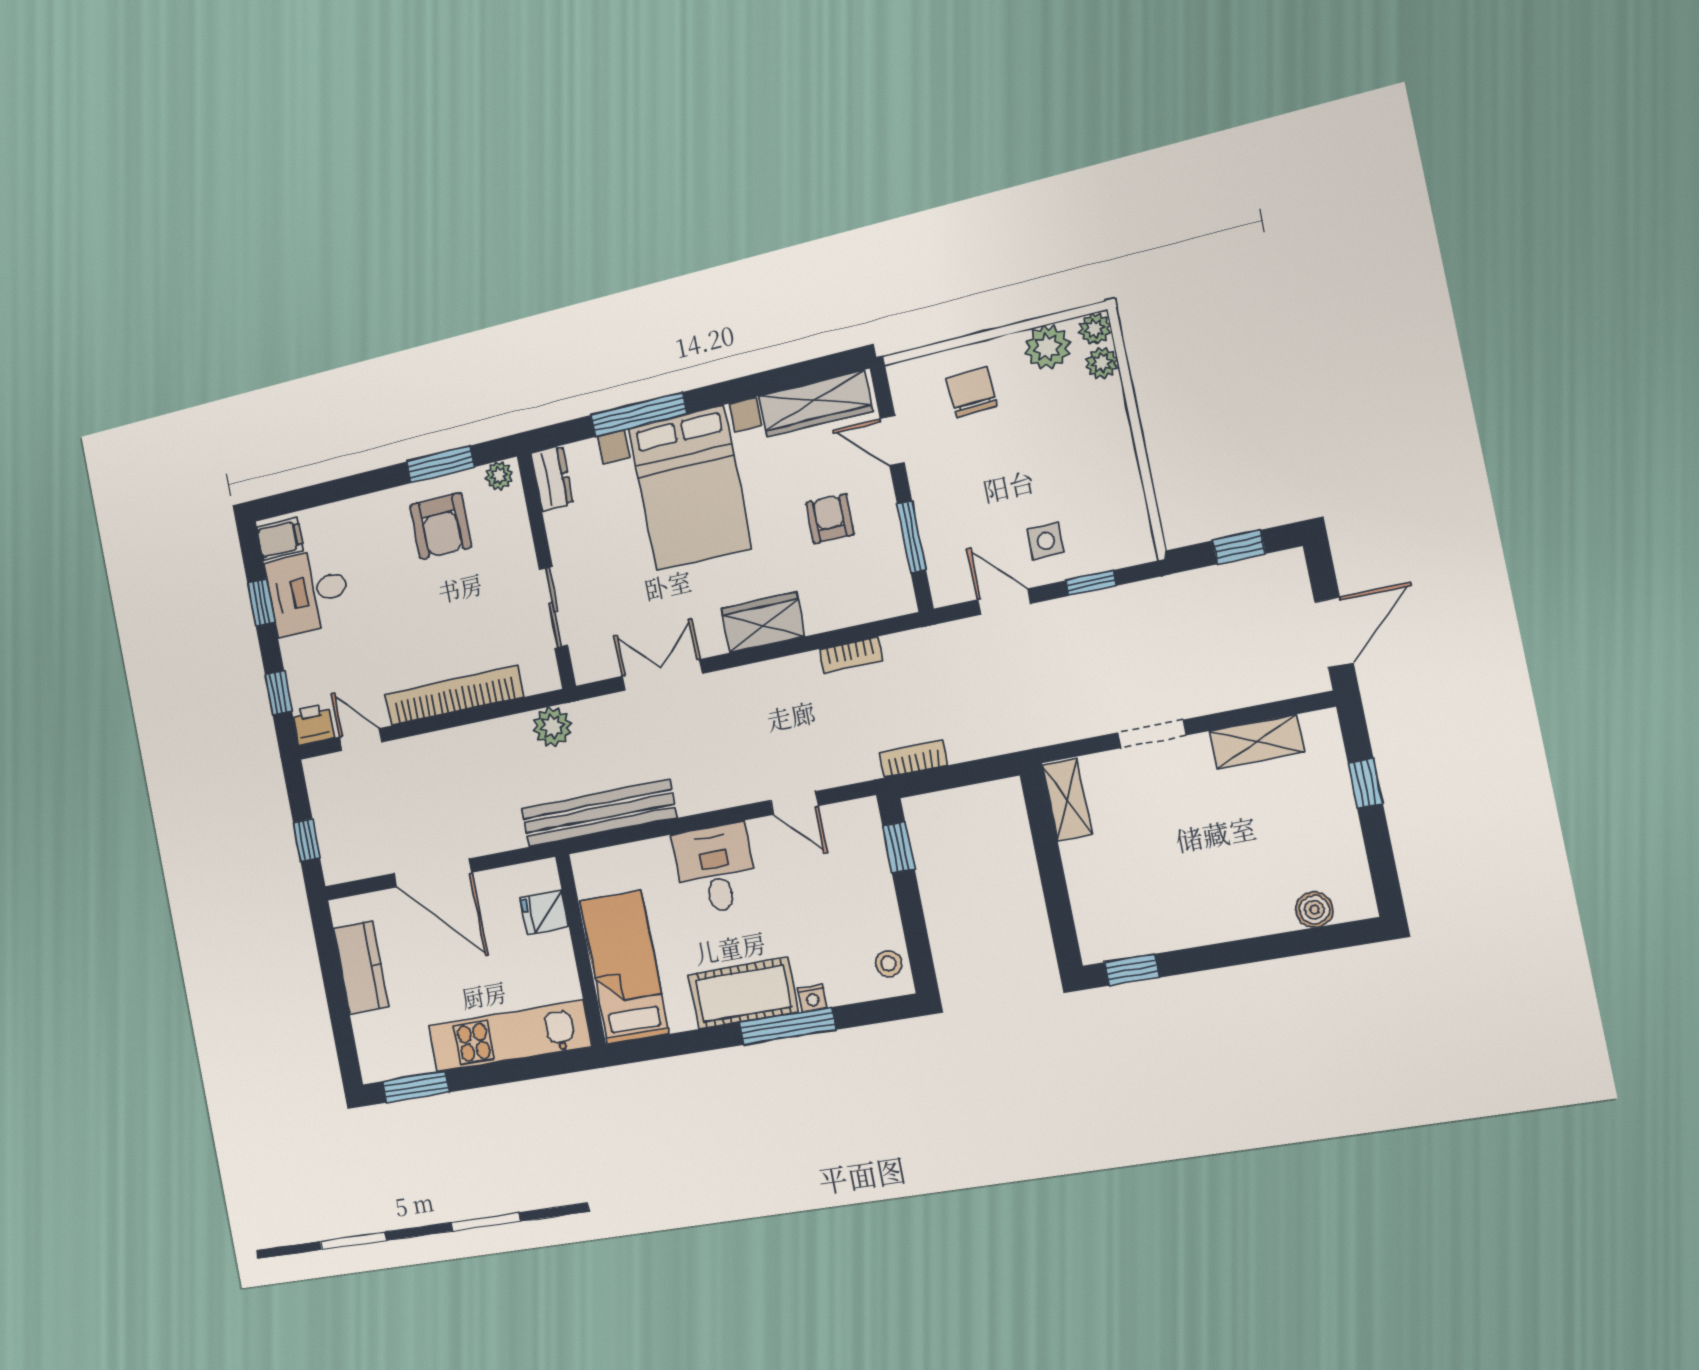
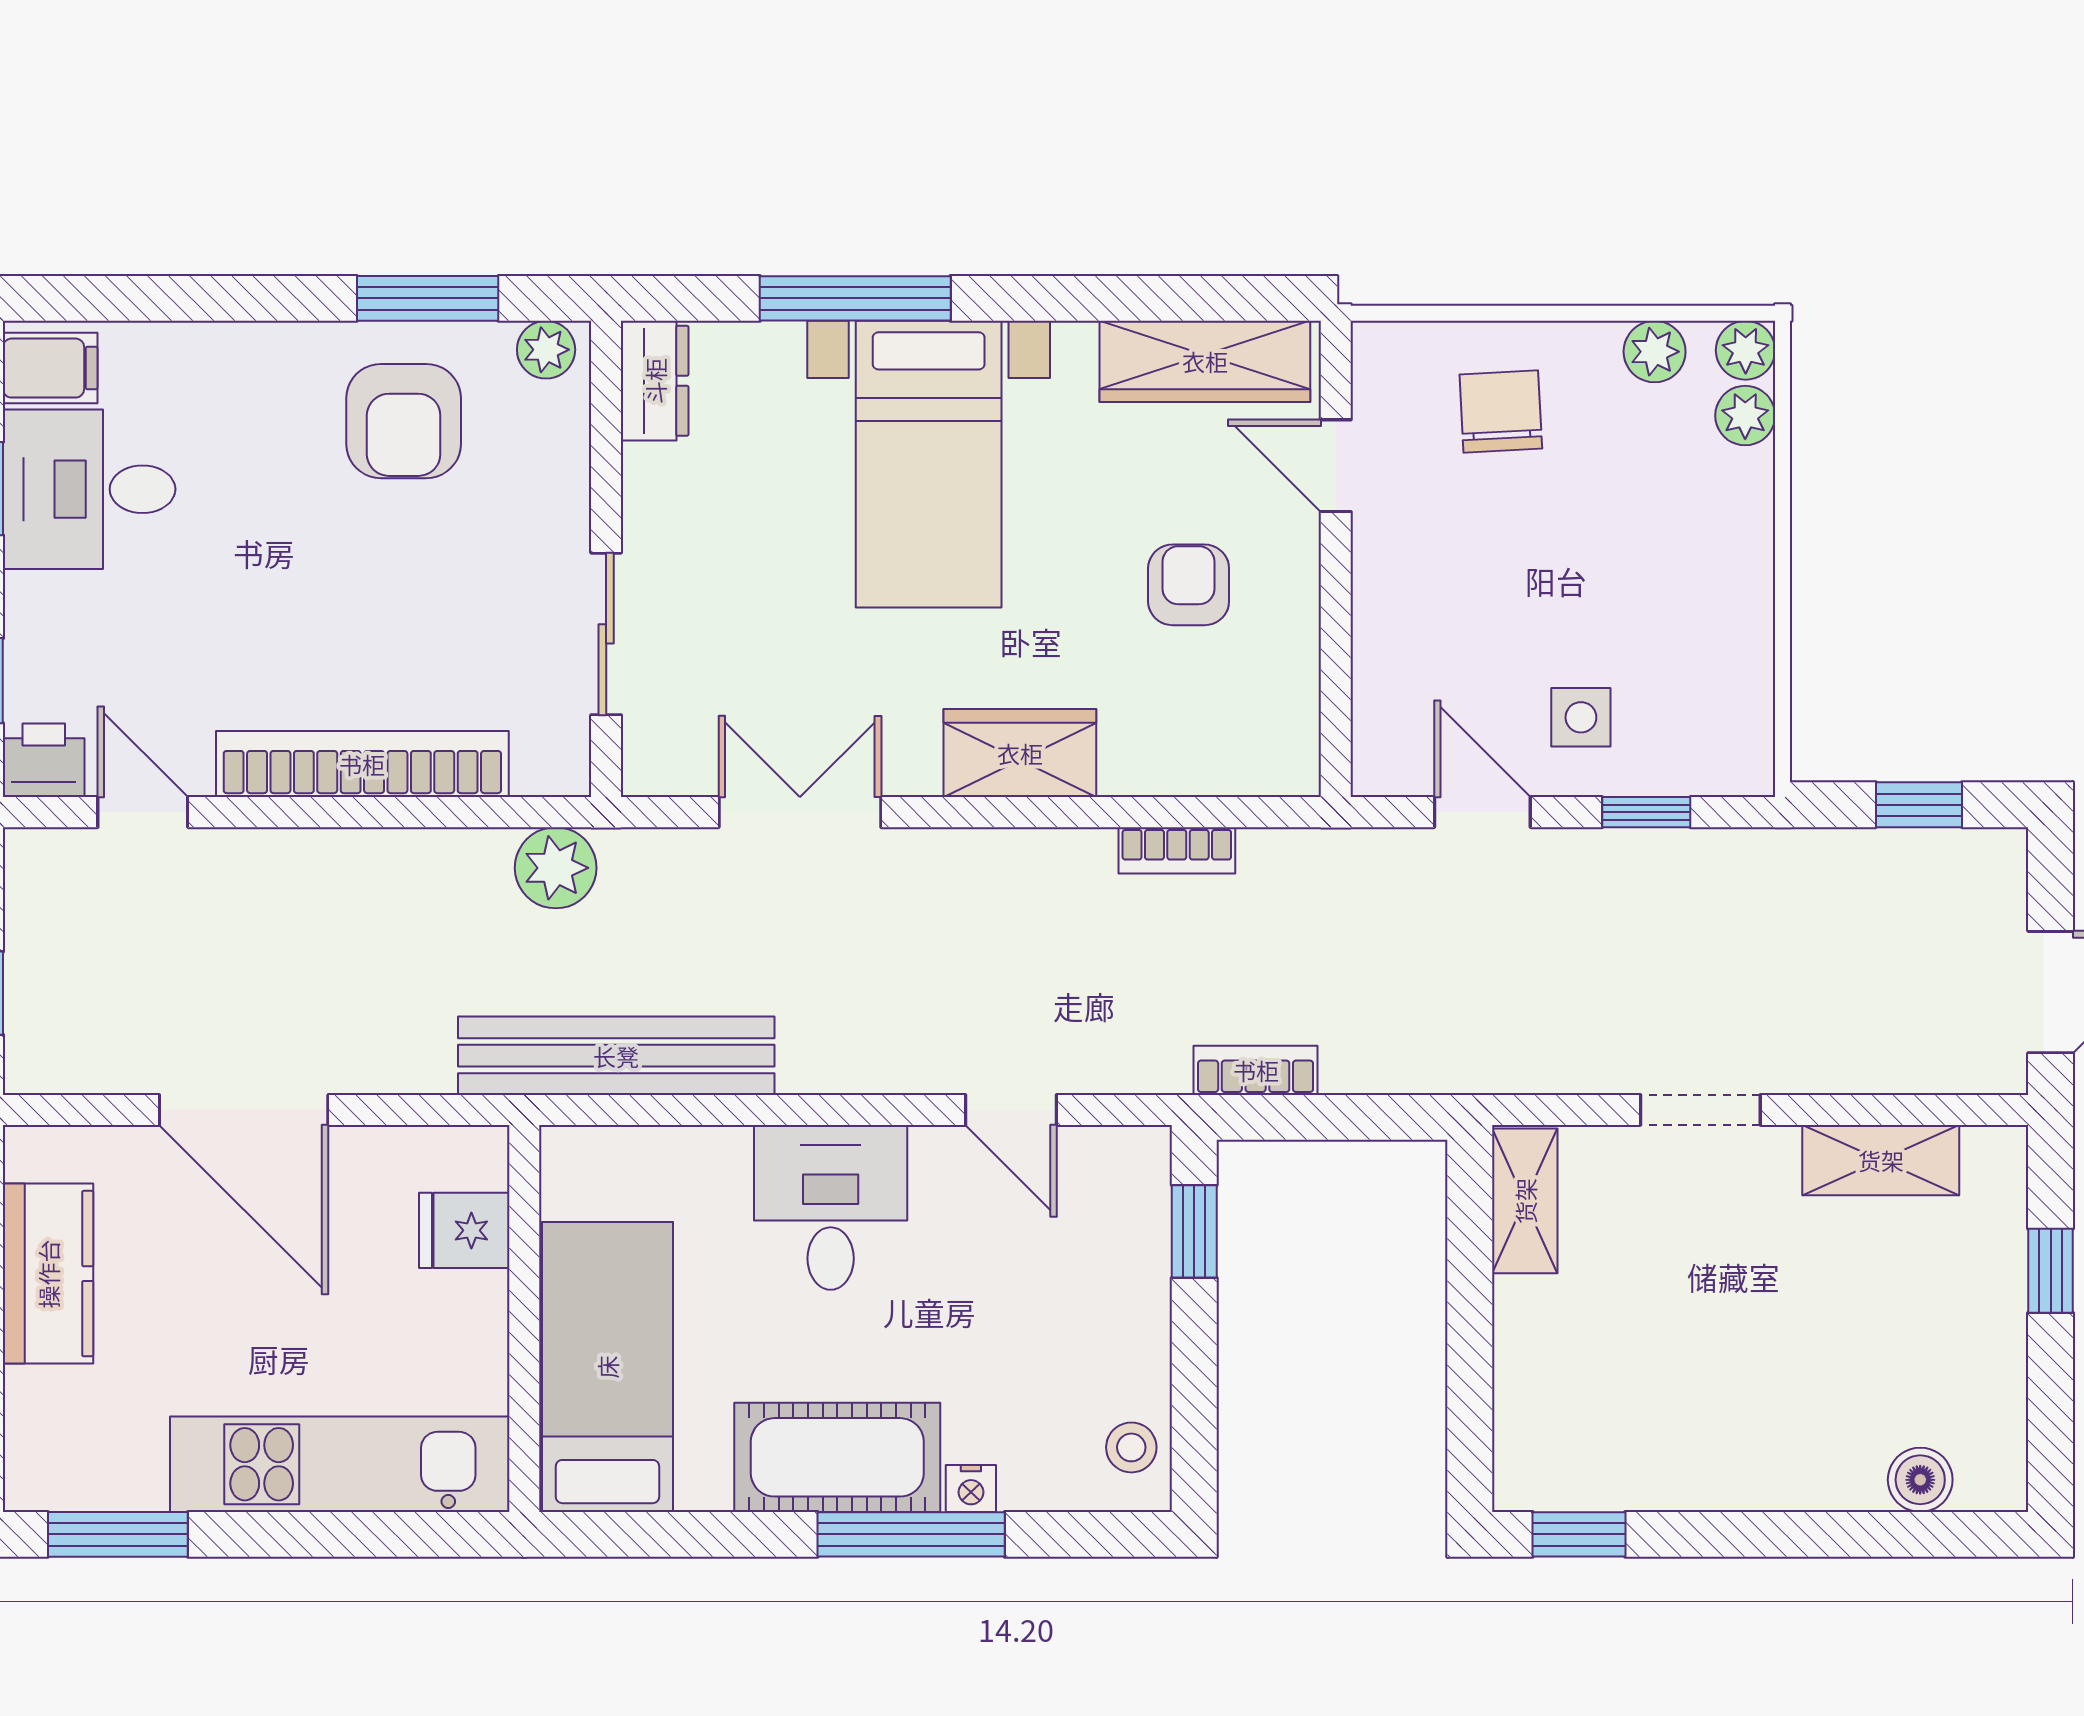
plant: (1048, 347) -> (1655, 352), width x0.73, depth x0.73
bed with nightstands: (690, 488) -> (929, 464), width x0.73
window: (911, 537) -> (1336, 654), removed

